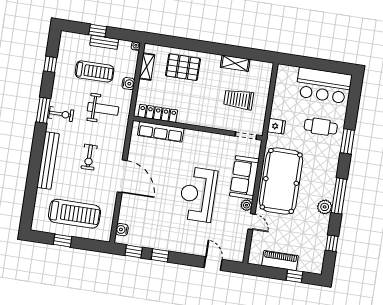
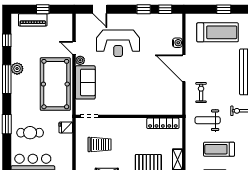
water cooler: (128, 84) -> (190, 144), removed
row of seats: (161, 132) -> (158, 109), removed
exercise bike: (89, 157) -> (201, 92), moved
reception desk: (198, 194) -> (118, 43), moved, turned 90
treadmill: (75, 214) -> (218, 32), turned 180
water cooler: (122, 230) -> (177, 43), moved
piano: (280, 261) -> (33, 20), moved
window: (295, 276) -> (43, 9), moved

